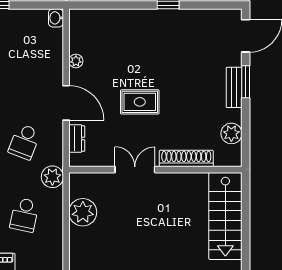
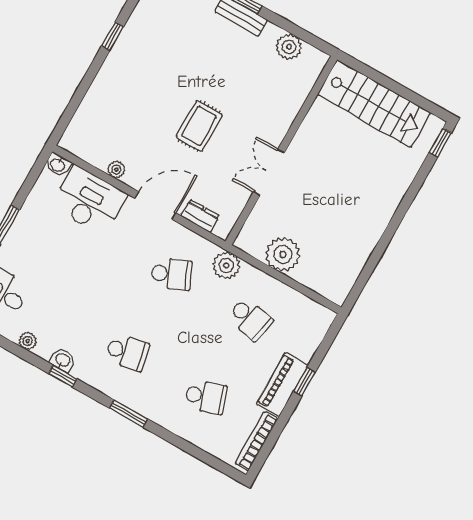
desk: (43, 54) -> (89, 200), added
school desk: (24, 142) -> (172, 274), turned -45
shoe rack: (186, 158) -> (288, 110), removed

